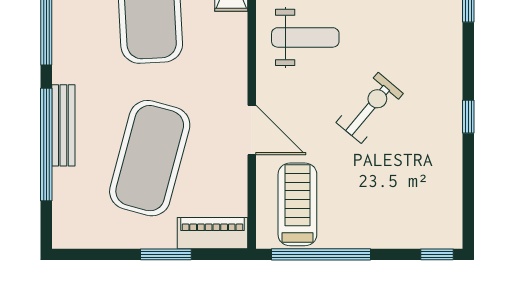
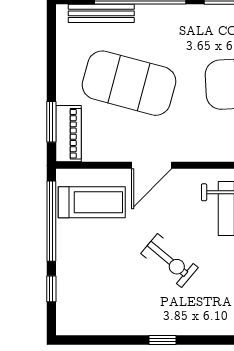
bench: (63, 125) -> (101, 13), moved
window: (166, 254) -> (51, 122), moved
window: (437, 254) -> (51, 289), moved

